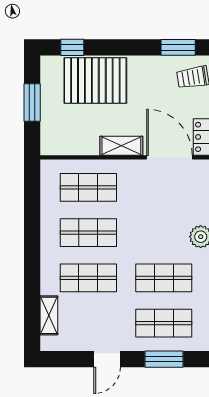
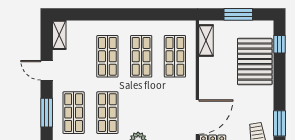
shelving: (121, 146) -> (206, 40), moved
shelving: (49, 315) -> (59, 35), moved, turned 90

